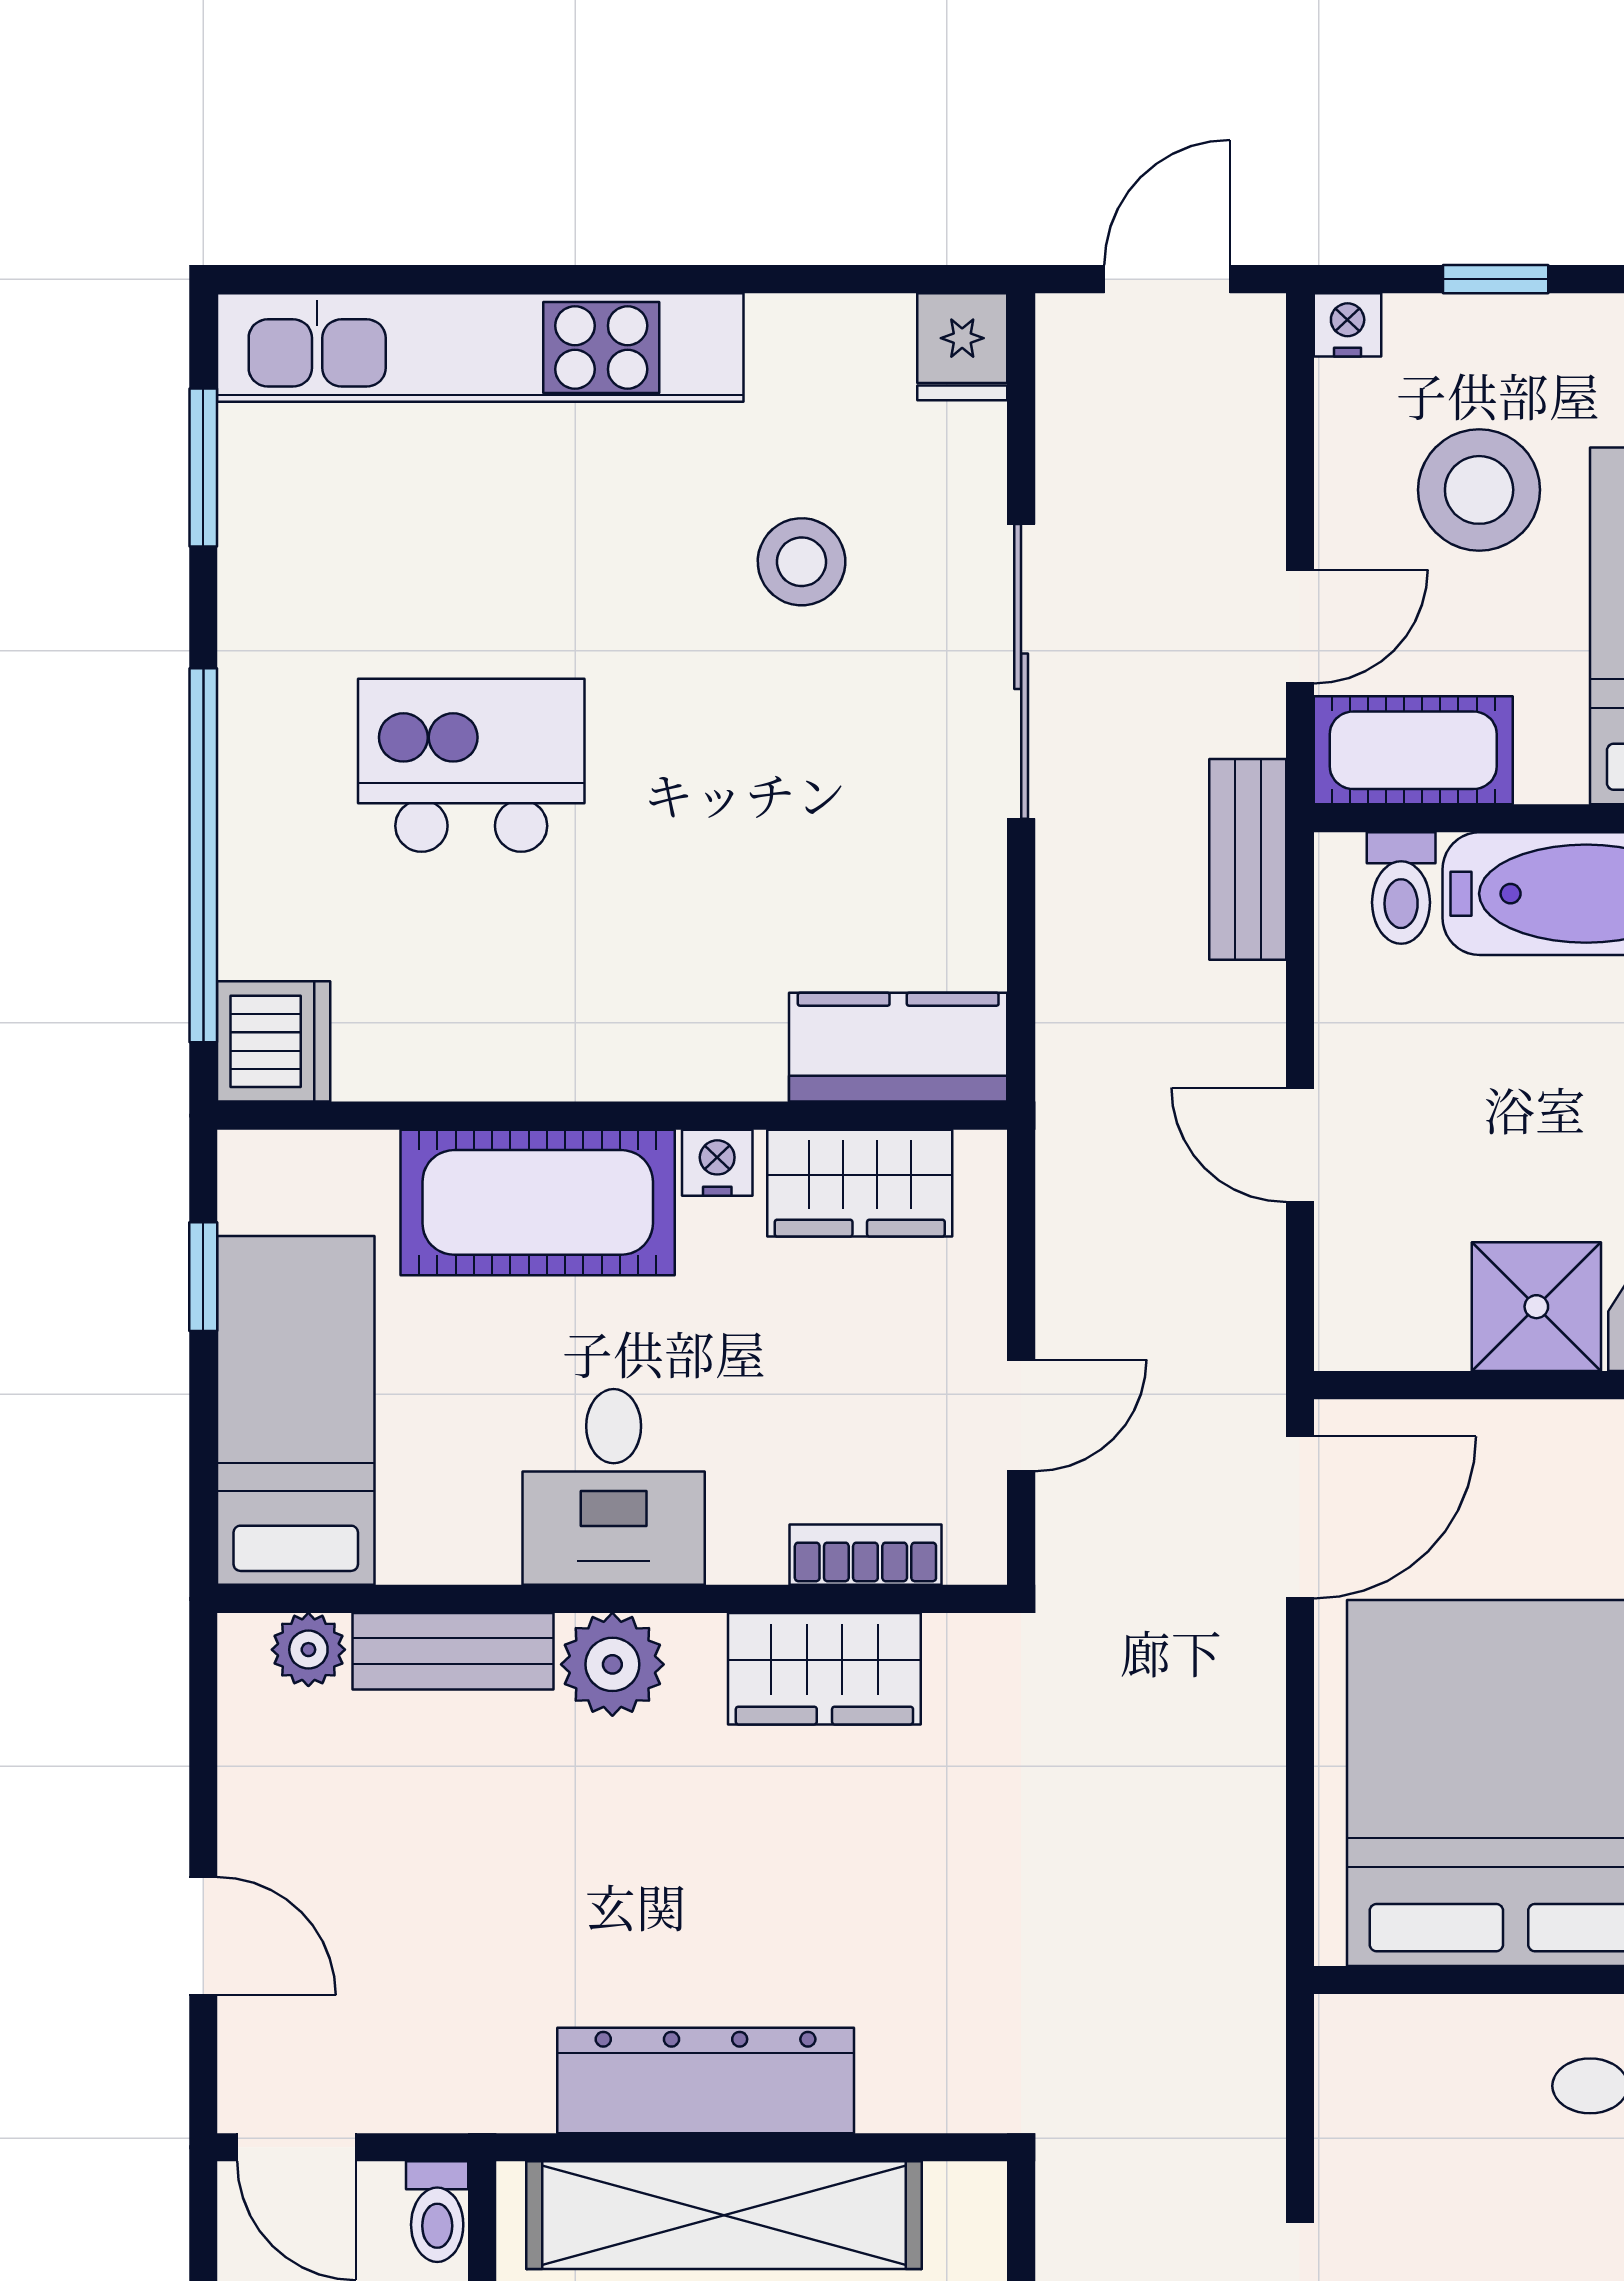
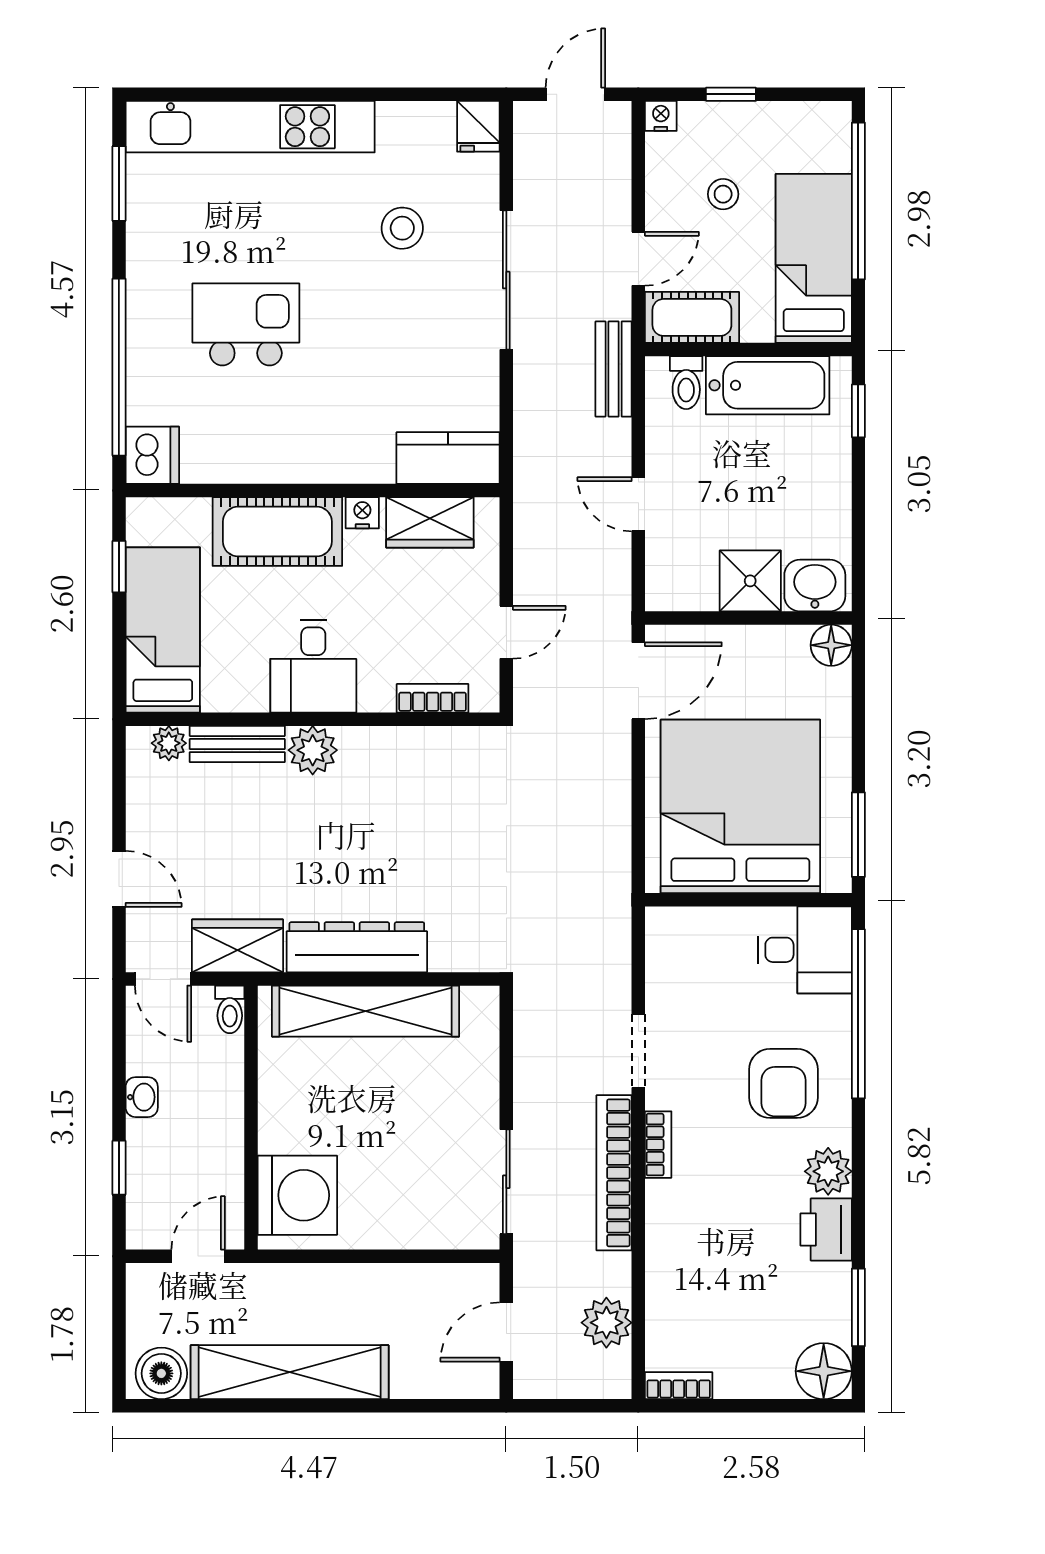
stool: (1479, 490) -> (723, 194), width x0.53, depth x0.53
wardrobe: (824, 1669) -> (238, 946), moved, turned 180

